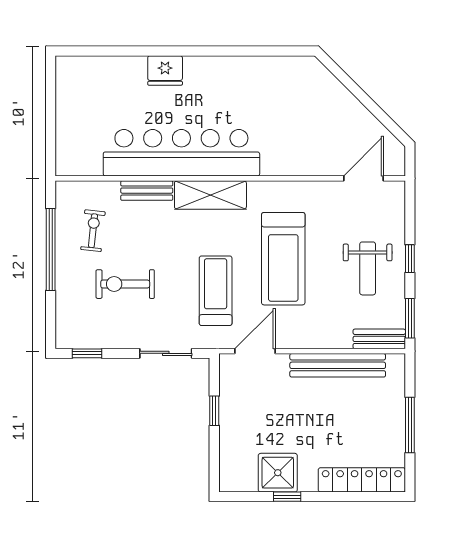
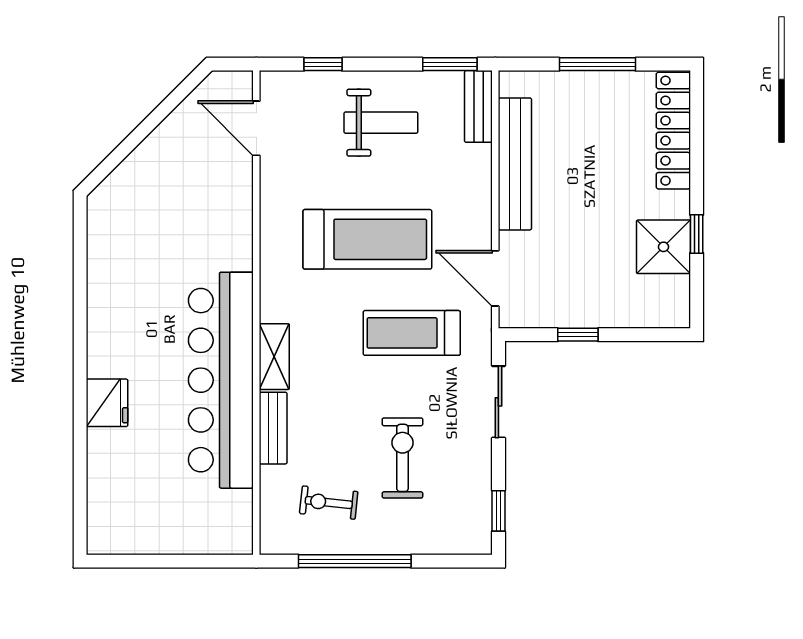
shelving: (210, 195) -> (274, 357), width x0.67, depth x0.75
window: (410, 259) -> (323, 64), moved
exercise bike: (125, 284) -> (402, 458), turned 180

